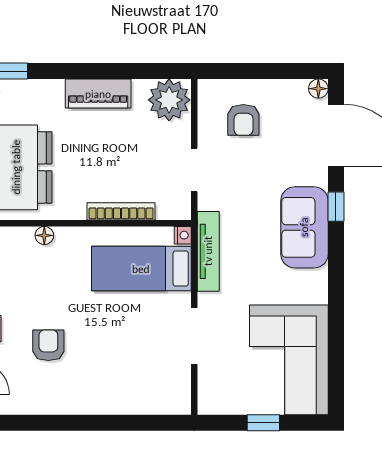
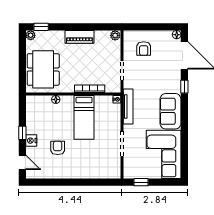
plant: (169, 100) -> (115, 35), width x0.53, depth x0.53
sofa: (304, 227) -> (171, 111), moved
bed: (141, 269) -> (84, 117), moved, turned -90
window: (263, 423) -> (141, 182), moved

